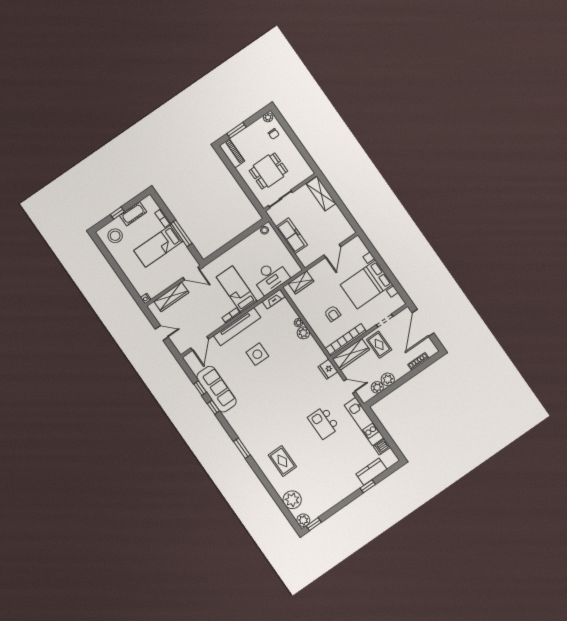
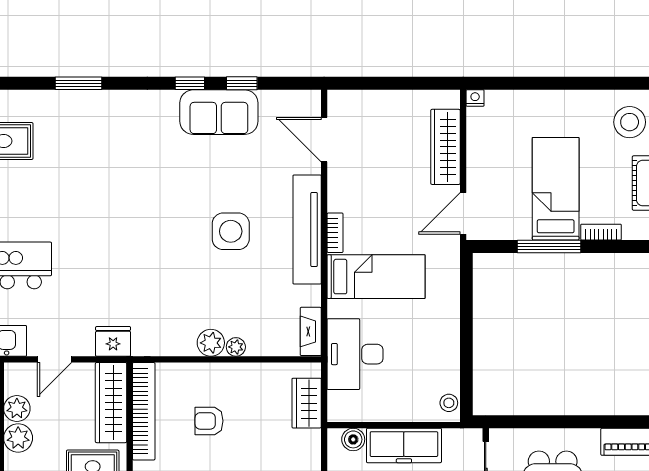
boiler: (302, 256) -> (353, 439), added
door: (162, 333) -> (392, 83), removed
sofa: (217, 389) -> (219, 112), width x0.73

